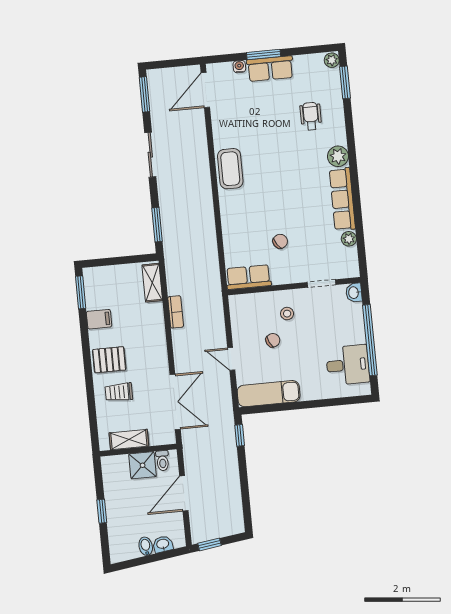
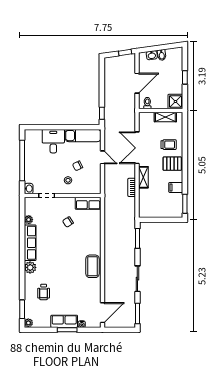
shelving: (152, 283) -> (143, 177), moved
desk: (348, 365) -> (53, 141), moved, turned 90
double door: (175, 402) -> (137, 148), moved
shower: (143, 465) -> (175, 101), moved

